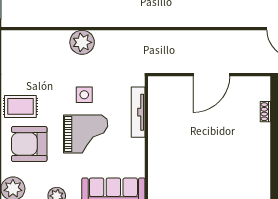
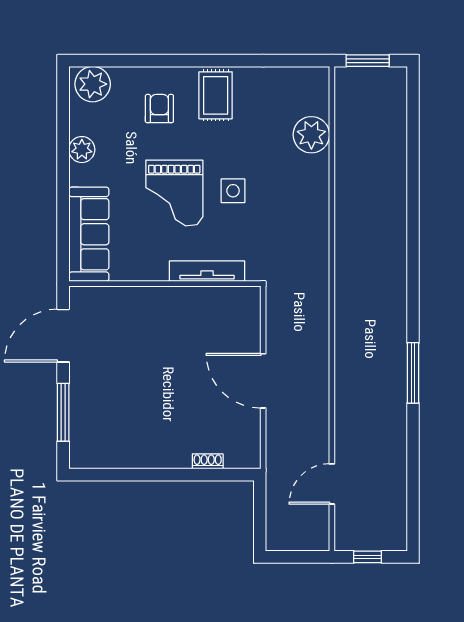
plant: (82, 42) -> (311, 135), moved
armchair: (29, 144) -> (159, 109), width x0.53, depth x0.53

